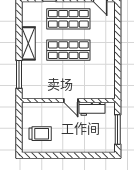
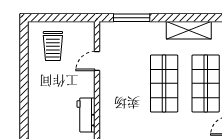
shelving: (28, 43) -> (189, 30), moved
door: (71, 101) -> (97, 61), moved

